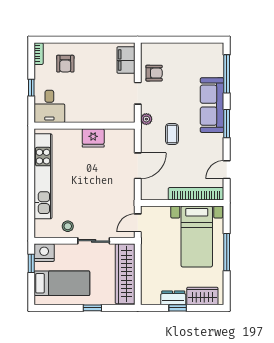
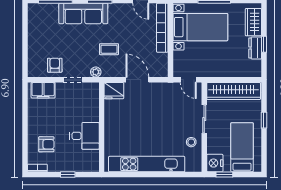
desk: (49, 106) -> (84, 136), moved
fridge: (93, 138) -> (114, 91), moved, turned 90

